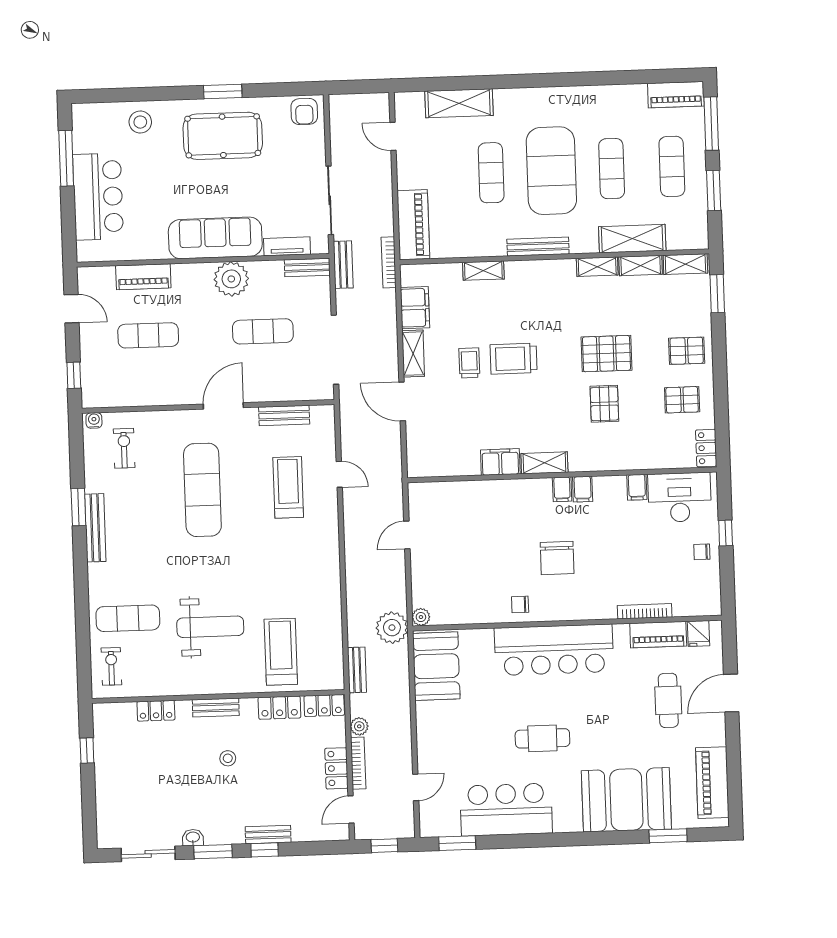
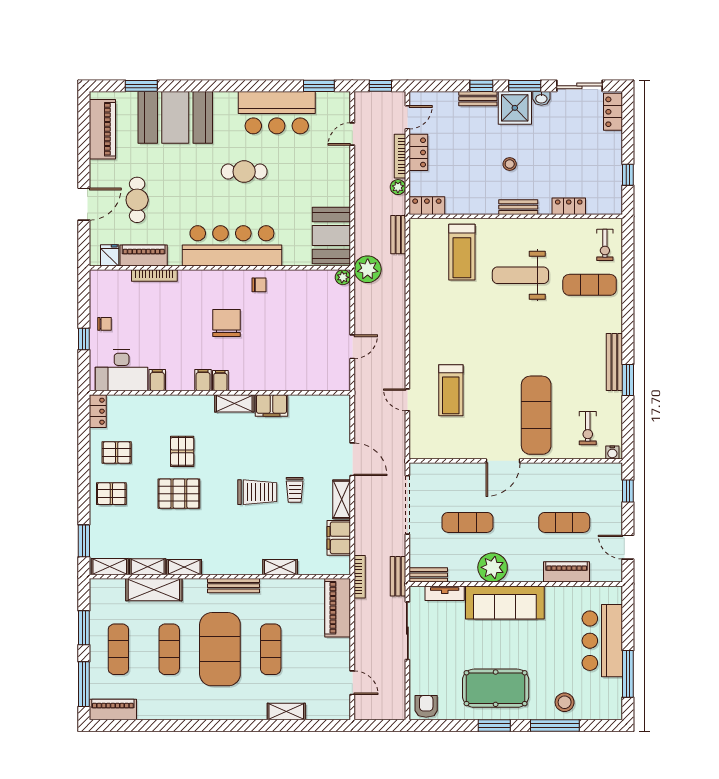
window: (151, 94) -> (555, 726), added
shelving: (459, 103) -> (286, 712), width x0.67, depth x0.75
bench: (284, 416) -> (452, 451), removed
exercise mat: (202, 490) -> (536, 415), moved
locker: (279, 708) -> (613, 112), moved, turned -90
shower: (224, 825) -> (515, 108), added

